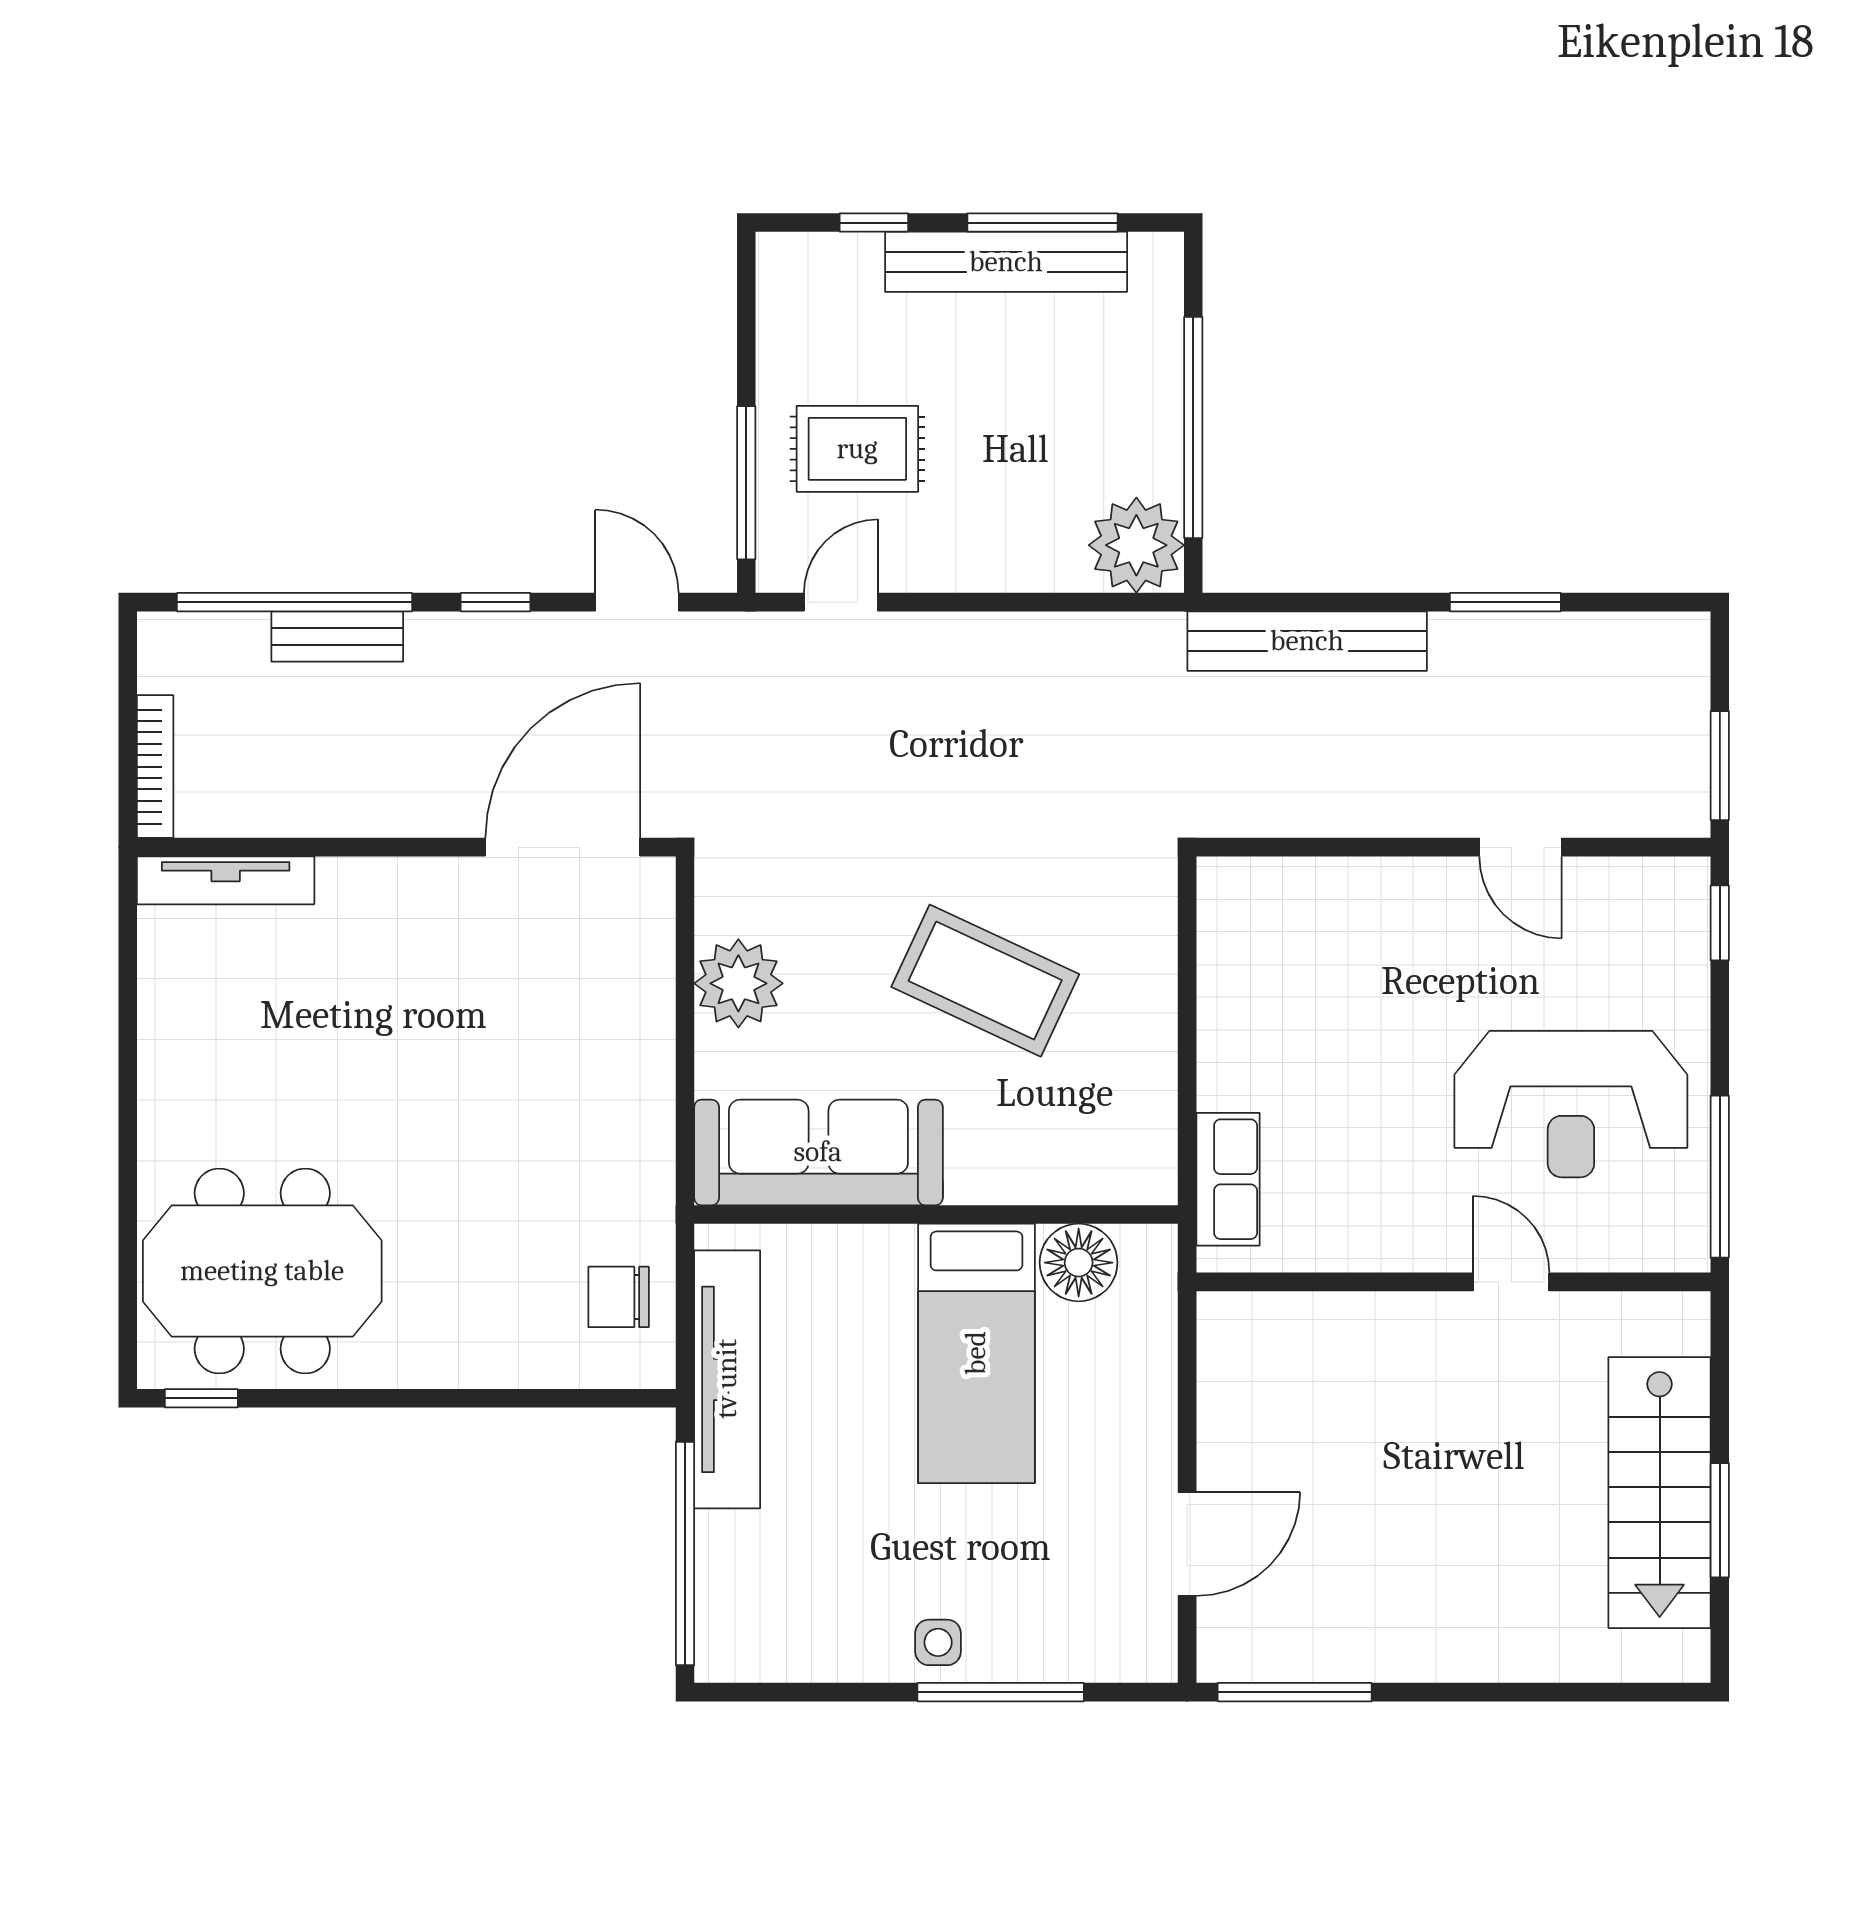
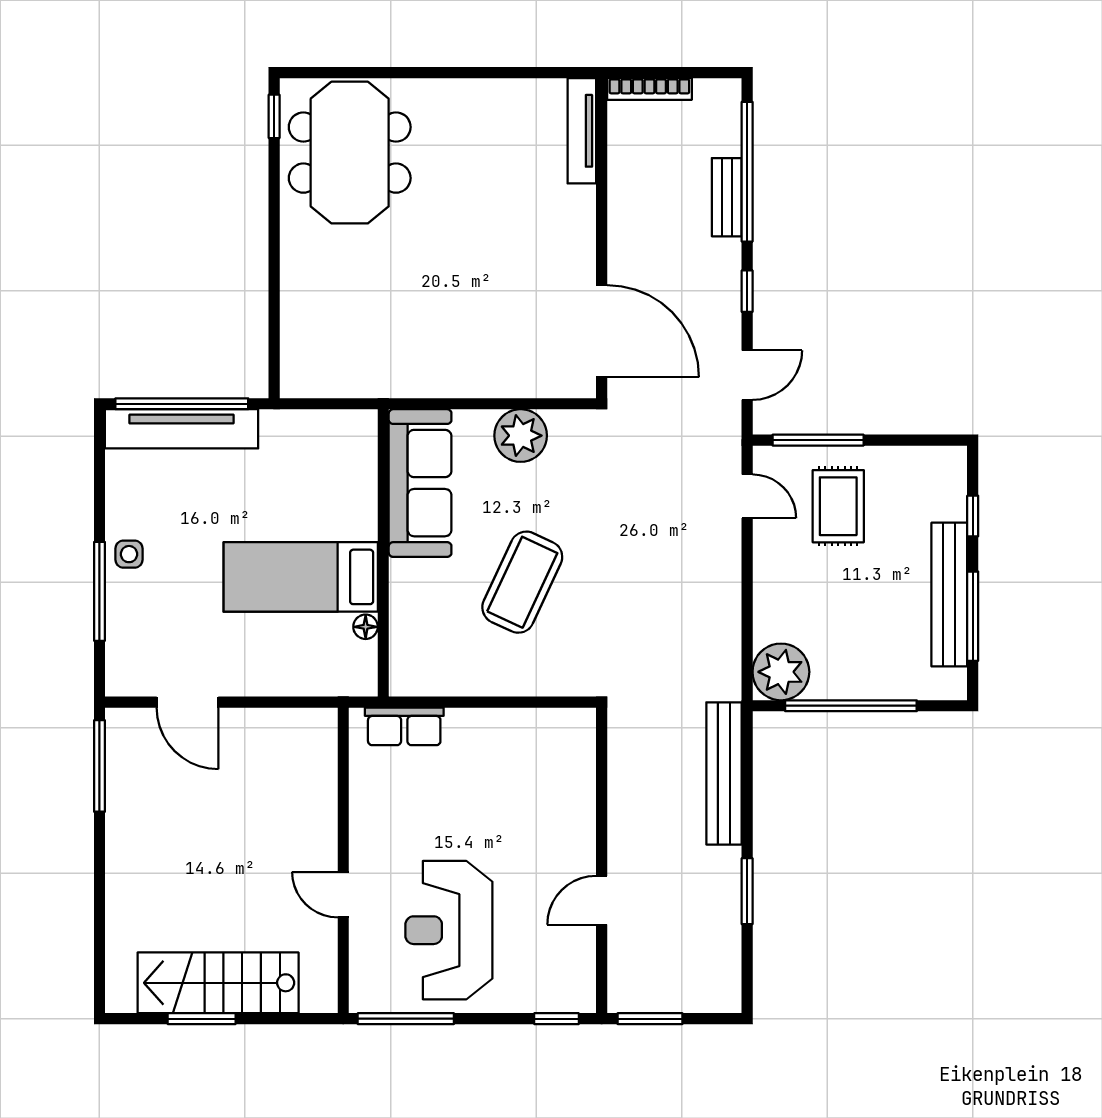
floor lamp: (1079, 1263) -> (366, 627), width x0.53, depth x0.53
door: (1511, 1282) -> (343, 895), swing flipped
chair: (619, 1297) -> (334, 364), removed
tv unit: (727, 1379) -> (182, 429), moved

